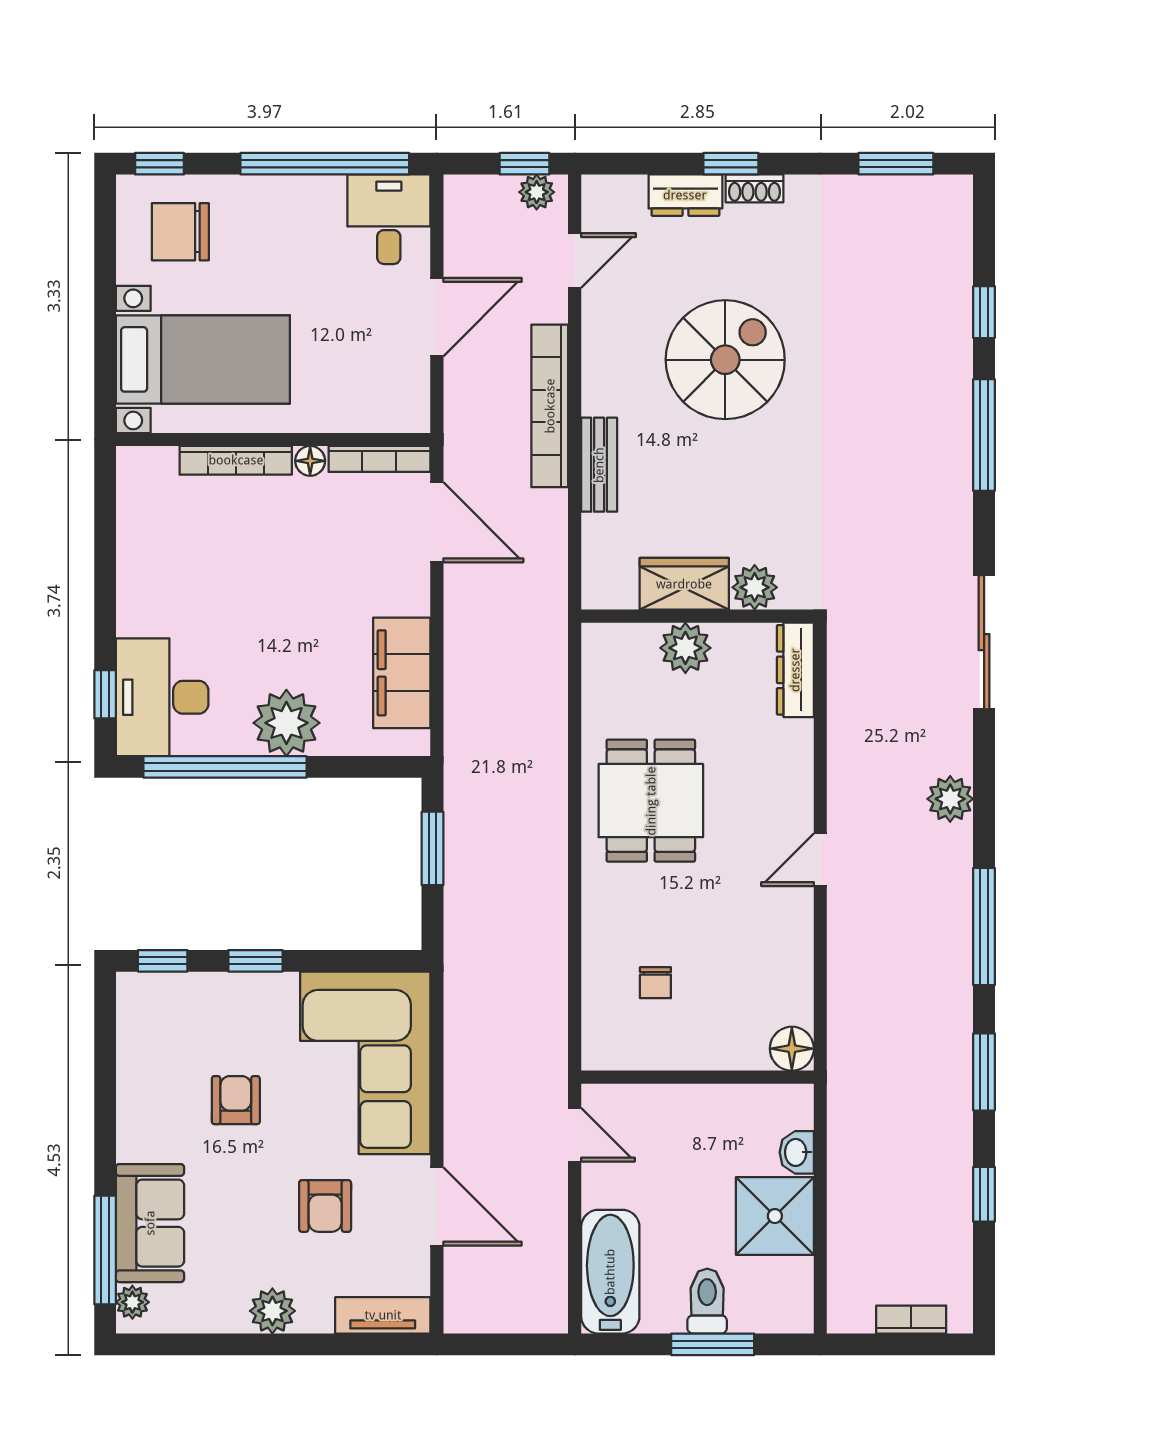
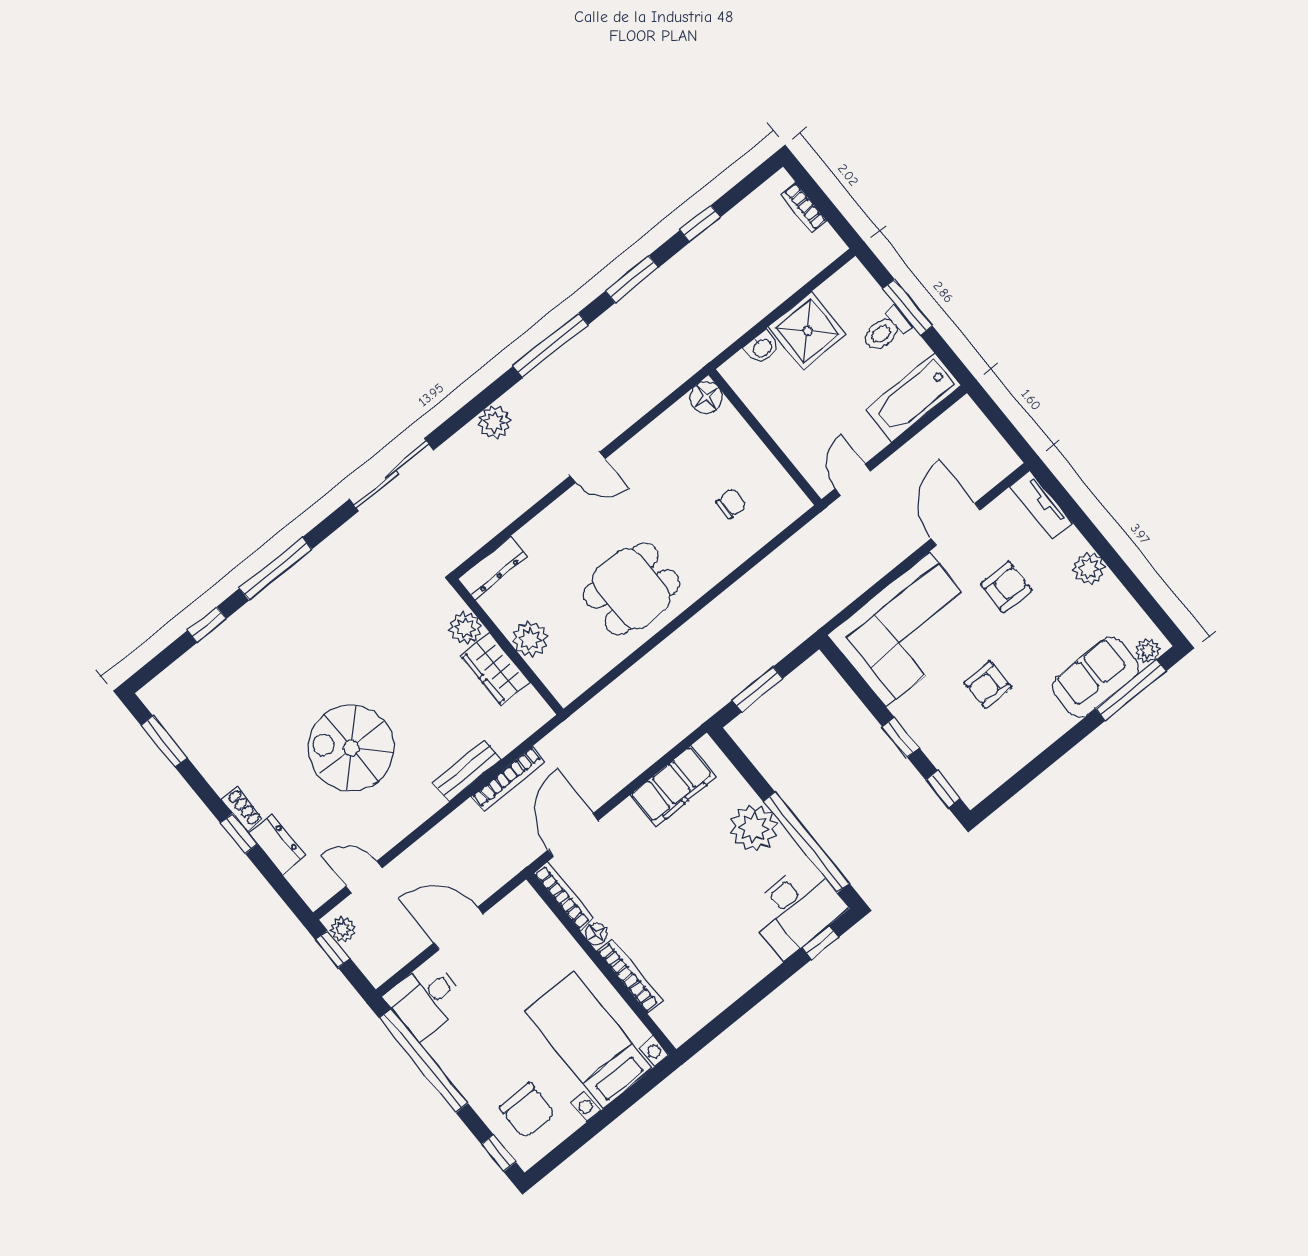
bookcase: (550, 406) -> (508, 779), moved, width x0.68, depth x0.76

